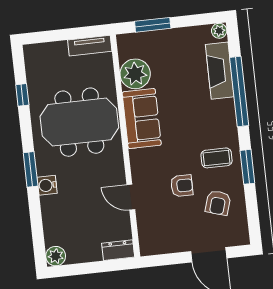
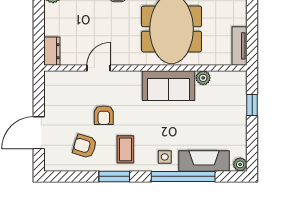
window: (153, 25) -> (252, 105), width x0.67
plant: (135, 74) -> (203, 78), width x0.53, depth x0.53
side table: (220, 114) -> (165, 157), added

